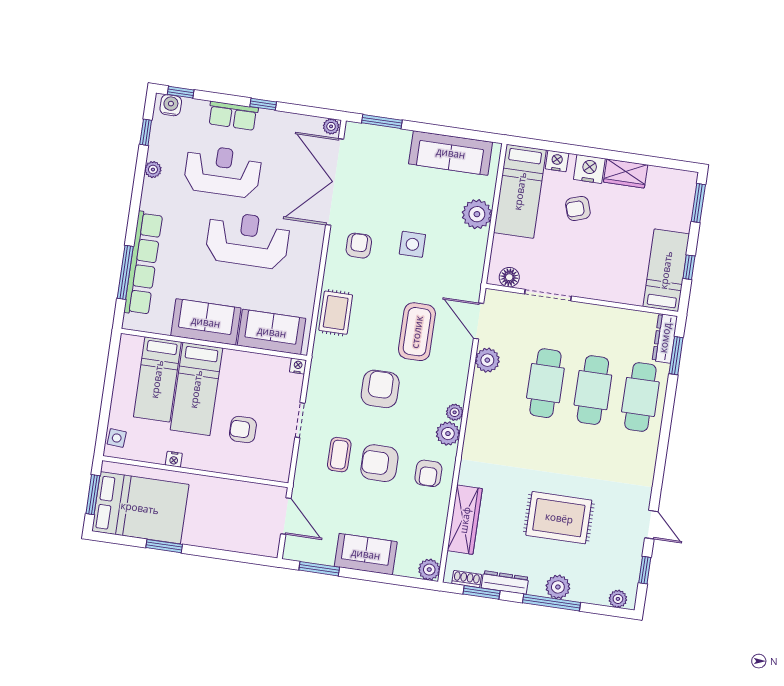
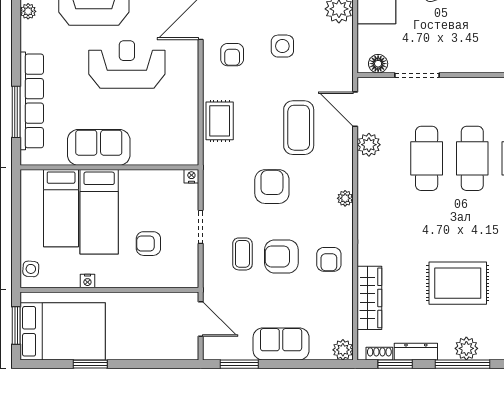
armchair: (359, 246) -> (232, 55), turned 180
sofa: (272, 332) -> (162, 148), removed
plant: (448, 434) -> (342, 219), removed

